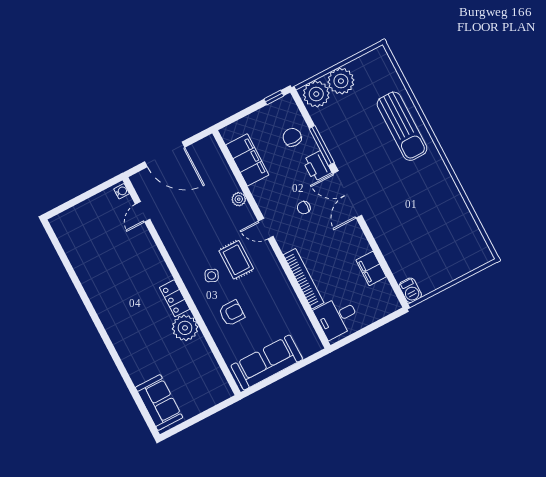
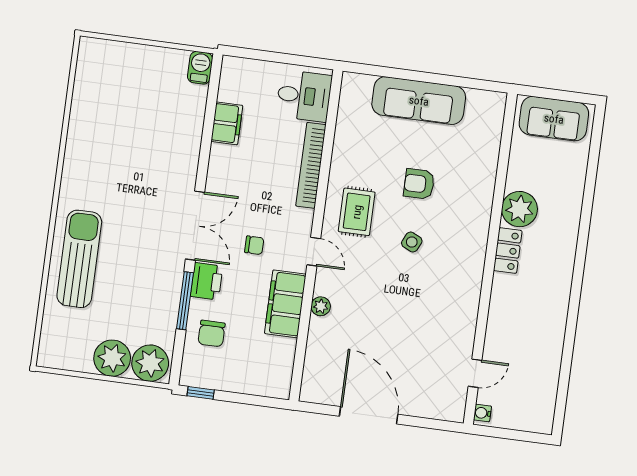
filing cabinet: (247, 160) -> (285, 304), moved
water cooler: (122, 191) -> (482, 413), moved
door: (143, 212) -> (475, 373), moved
rug: (236, 260) -> (357, 212), moved
wall: (182, 286) -> (490, 259), moved
locker: (175, 298) -> (508, 251), moved
plant: (185, 328) -> (519, 209), moved
sofa: (159, 403) -> (554, 119), moved, turned -90

